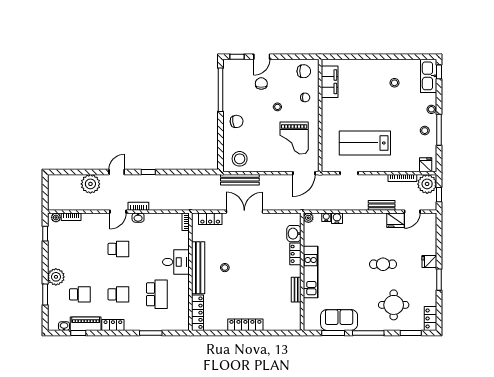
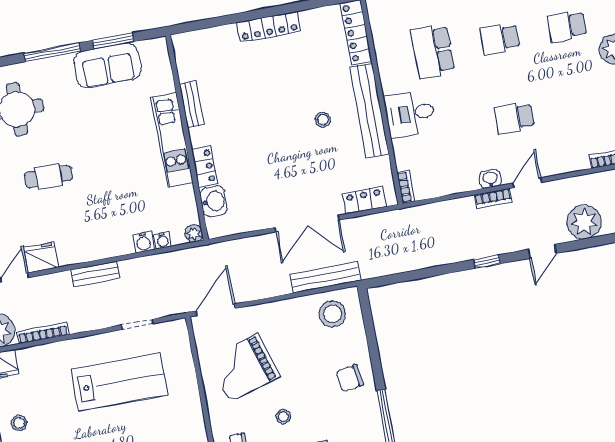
grand piano: (294, 138) -> (244, 368), turned -107
bench: (382, 205) -> (95, 274), moved

